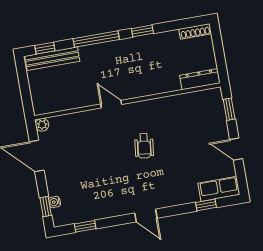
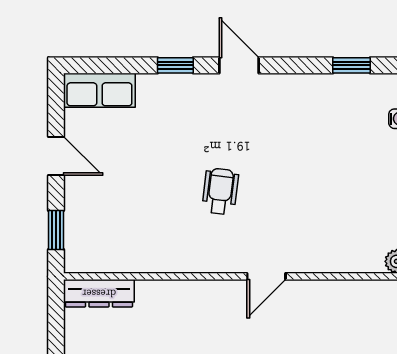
door: (111, 104) -> (266, 276), hinge flipped
window: (206, 205) -> (175, 65), moved

